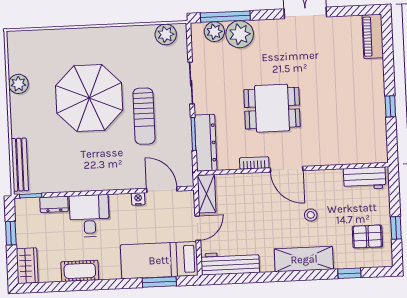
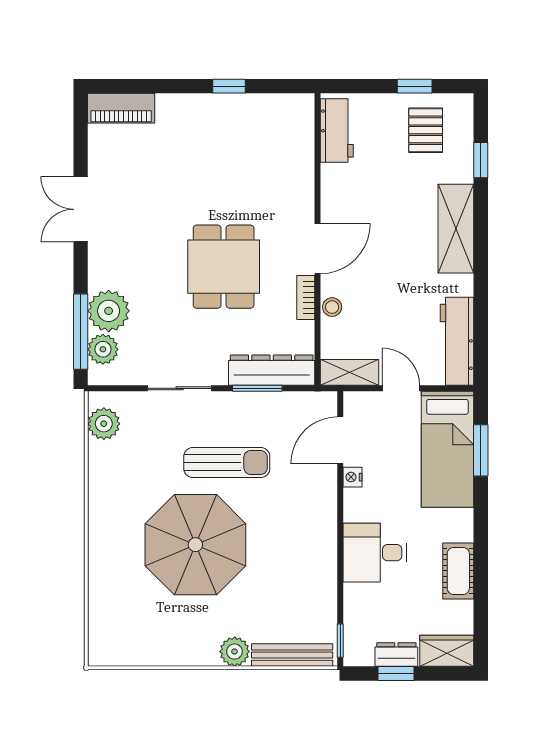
plant: (18, 84) -> (235, 652), moved
dresser: (54, 204) -> (396, 654), moved, turned -90
stool: (311, 215) -> (332, 307), moved

